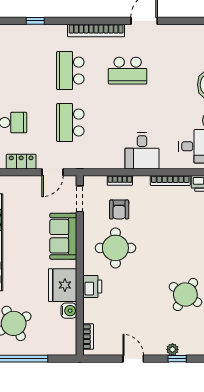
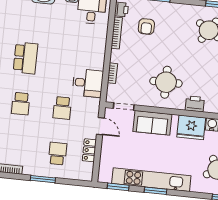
school desk: (70, 71) -> (21, 104), width x0.54
school desk: (70, 123) -> (62, 108), width x0.54
desk: (142, 151) -> (88, 83), moved
armchair: (119, 210) -> (146, 27), moved, turned 90

